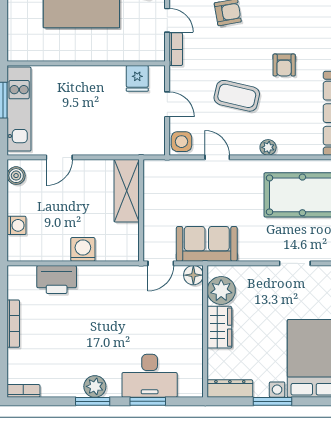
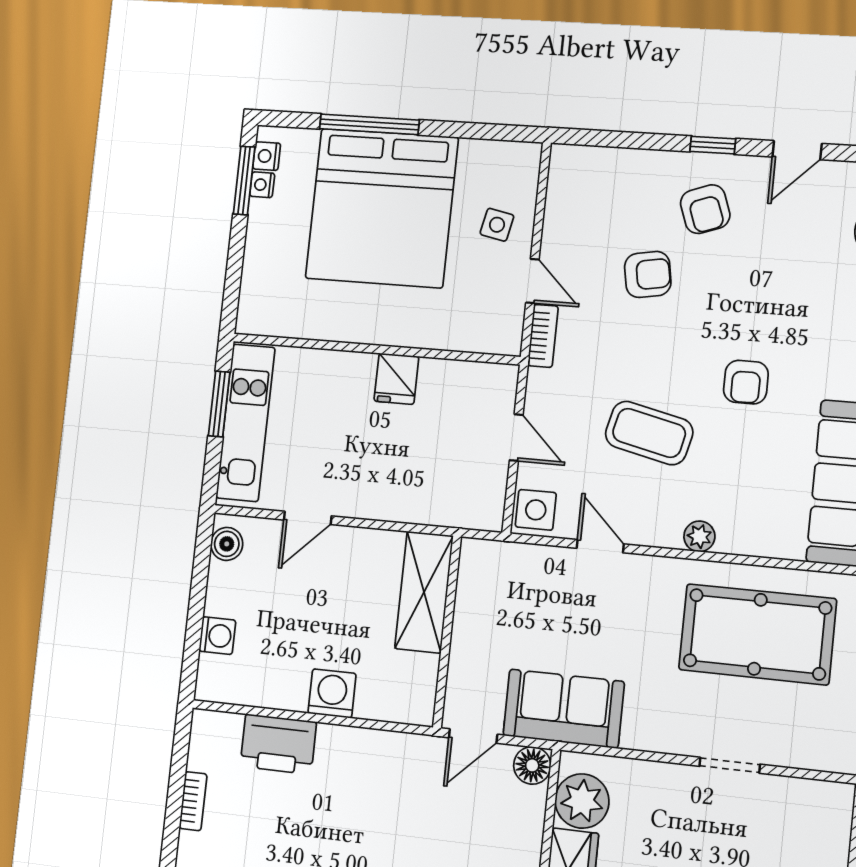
fridge: (137, 78) -> (396, 379), moved
bookcase: (13, 324) -> (193, 801), width x0.64

